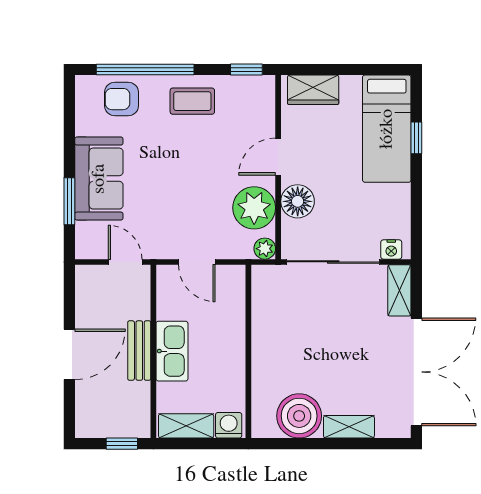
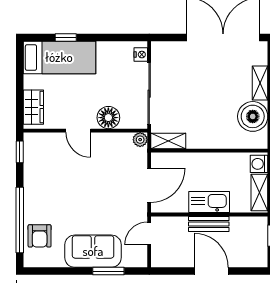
coffee table: (192, 101) -> (41, 188), removed
plant: (254, 208) -> (113, 147), removed
door: (197, 262) -> (149, 185), width x1.38
shelving: (399, 290) -> (168, 141), moved

